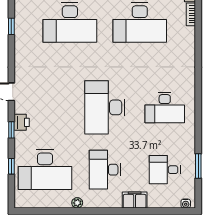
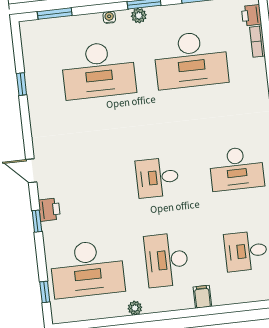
desk: (105, 107) -> (157, 178), width x0.53, depth x0.77
window: (11, 166) -> (45, 292), moved
filing cabinet: (135, 200) -> (202, 297), width x0.50

